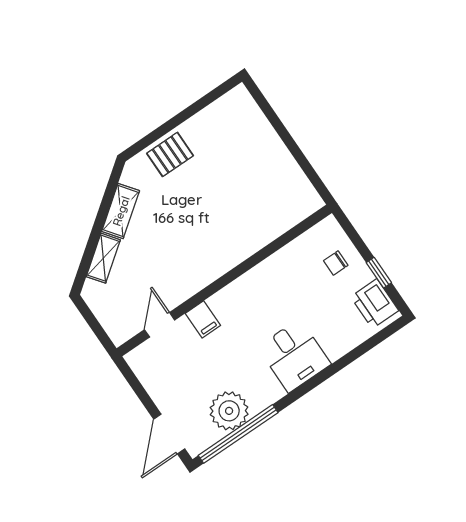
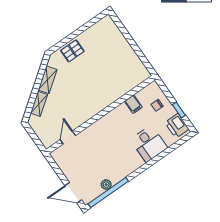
filing cabinet: (203, 319) -> (133, 104), moved
desk: (294, 356) -> (149, 144), moved
plant: (229, 411) -> (106, 185), width x0.53, depth x0.53
door: (169, 434) -> (73, 193), hinge flipped

